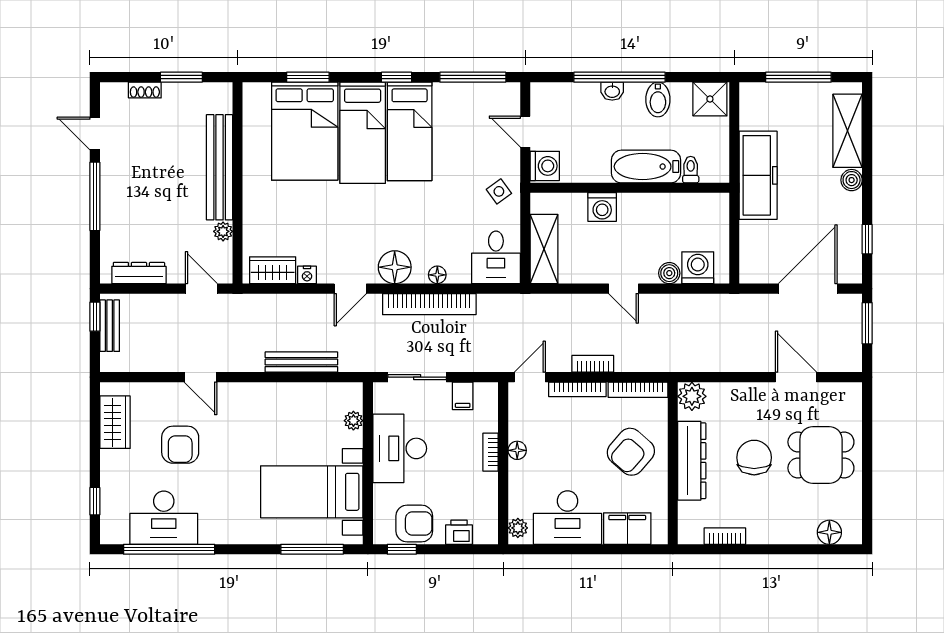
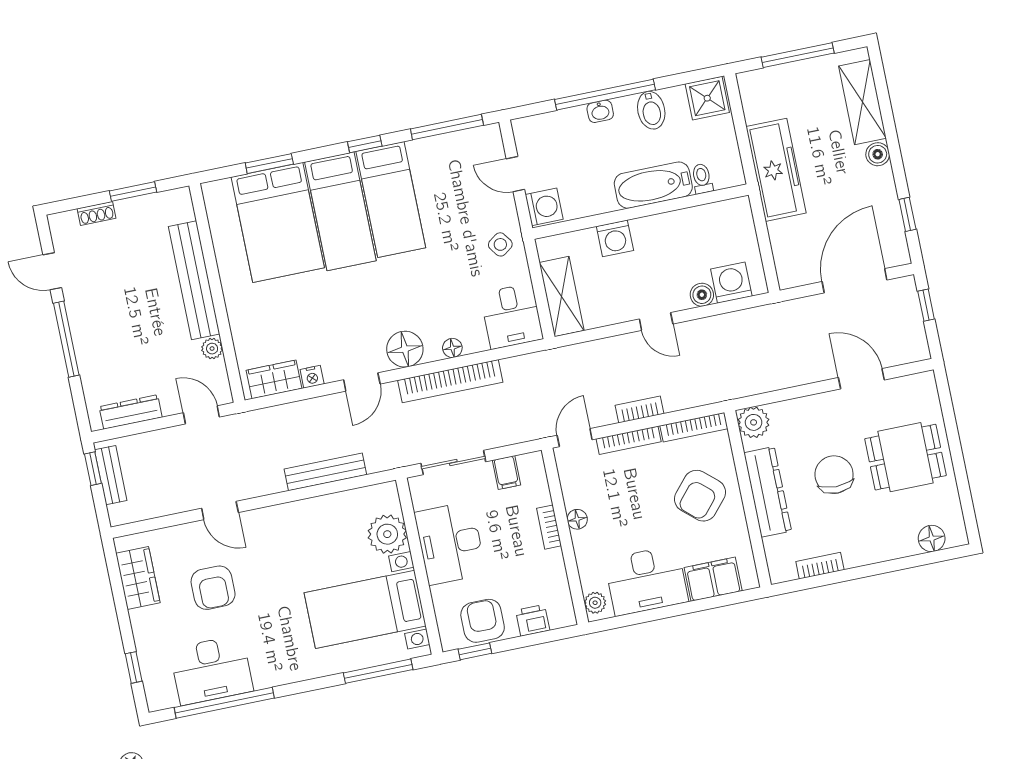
window: (867, 323) -> (926, 305), width x0.67
plant: (353, 421) -> (387, 534), width x1.87, depth x1.87
armchair: (414, 524) -> (483, 621), turned -90

